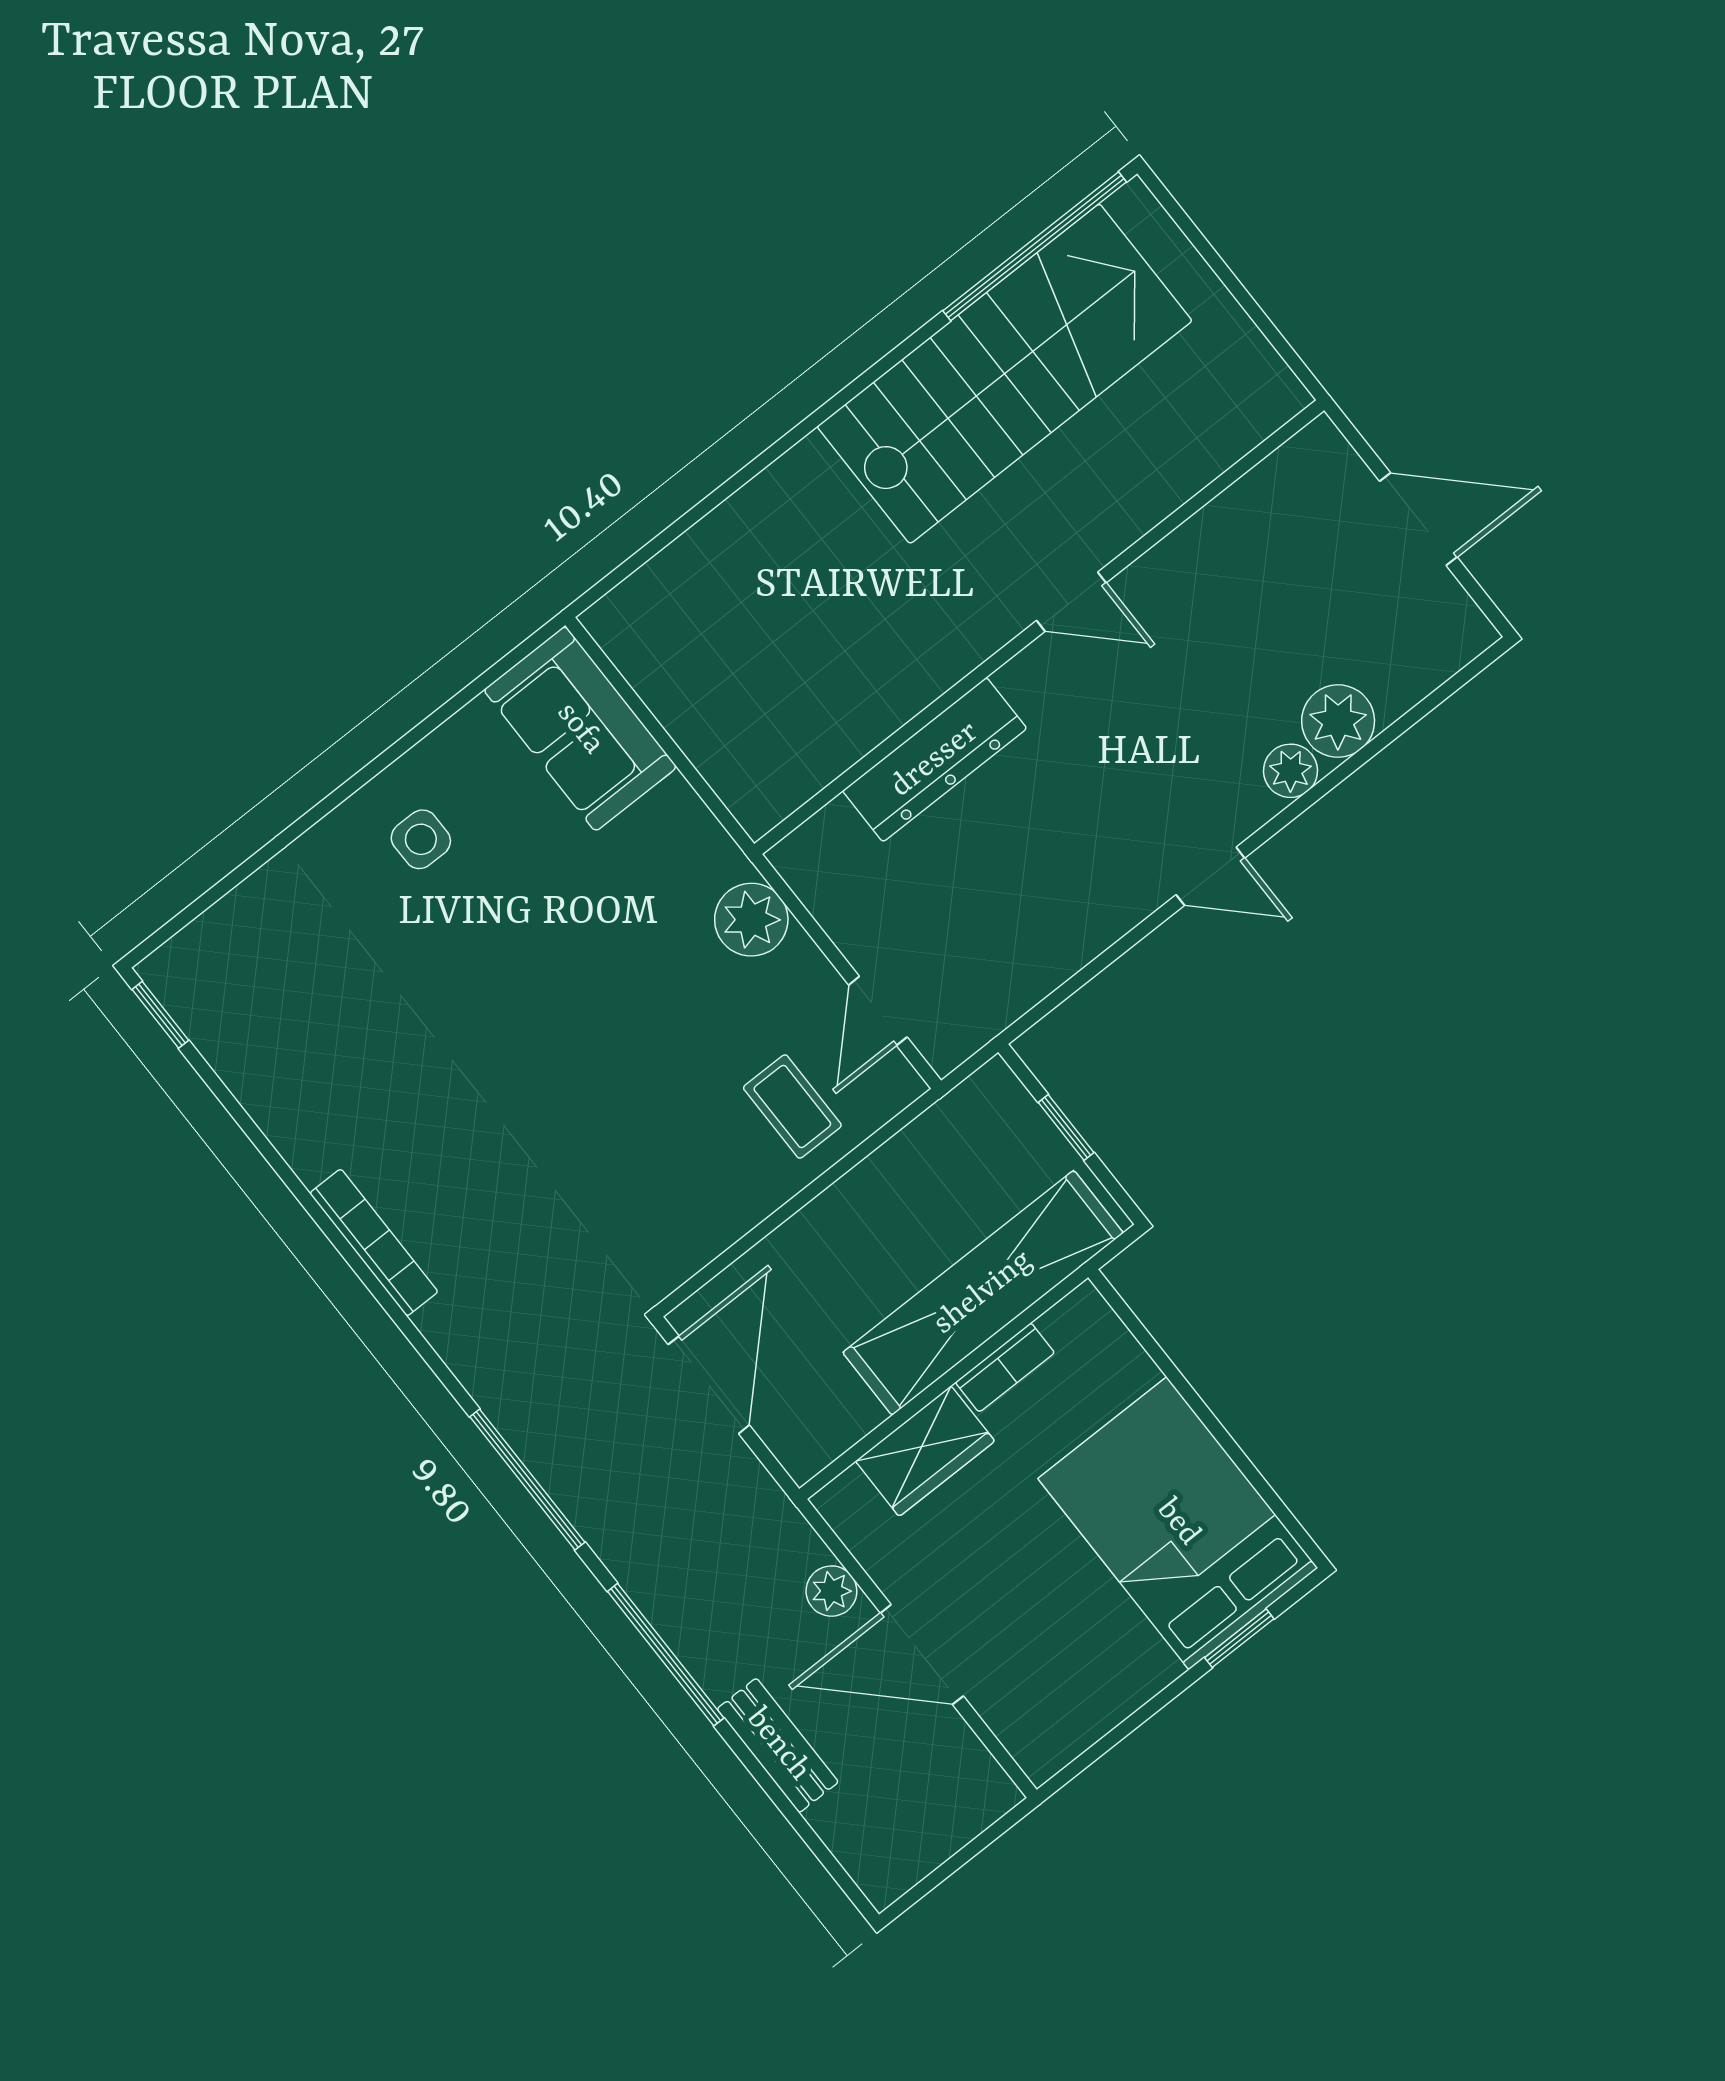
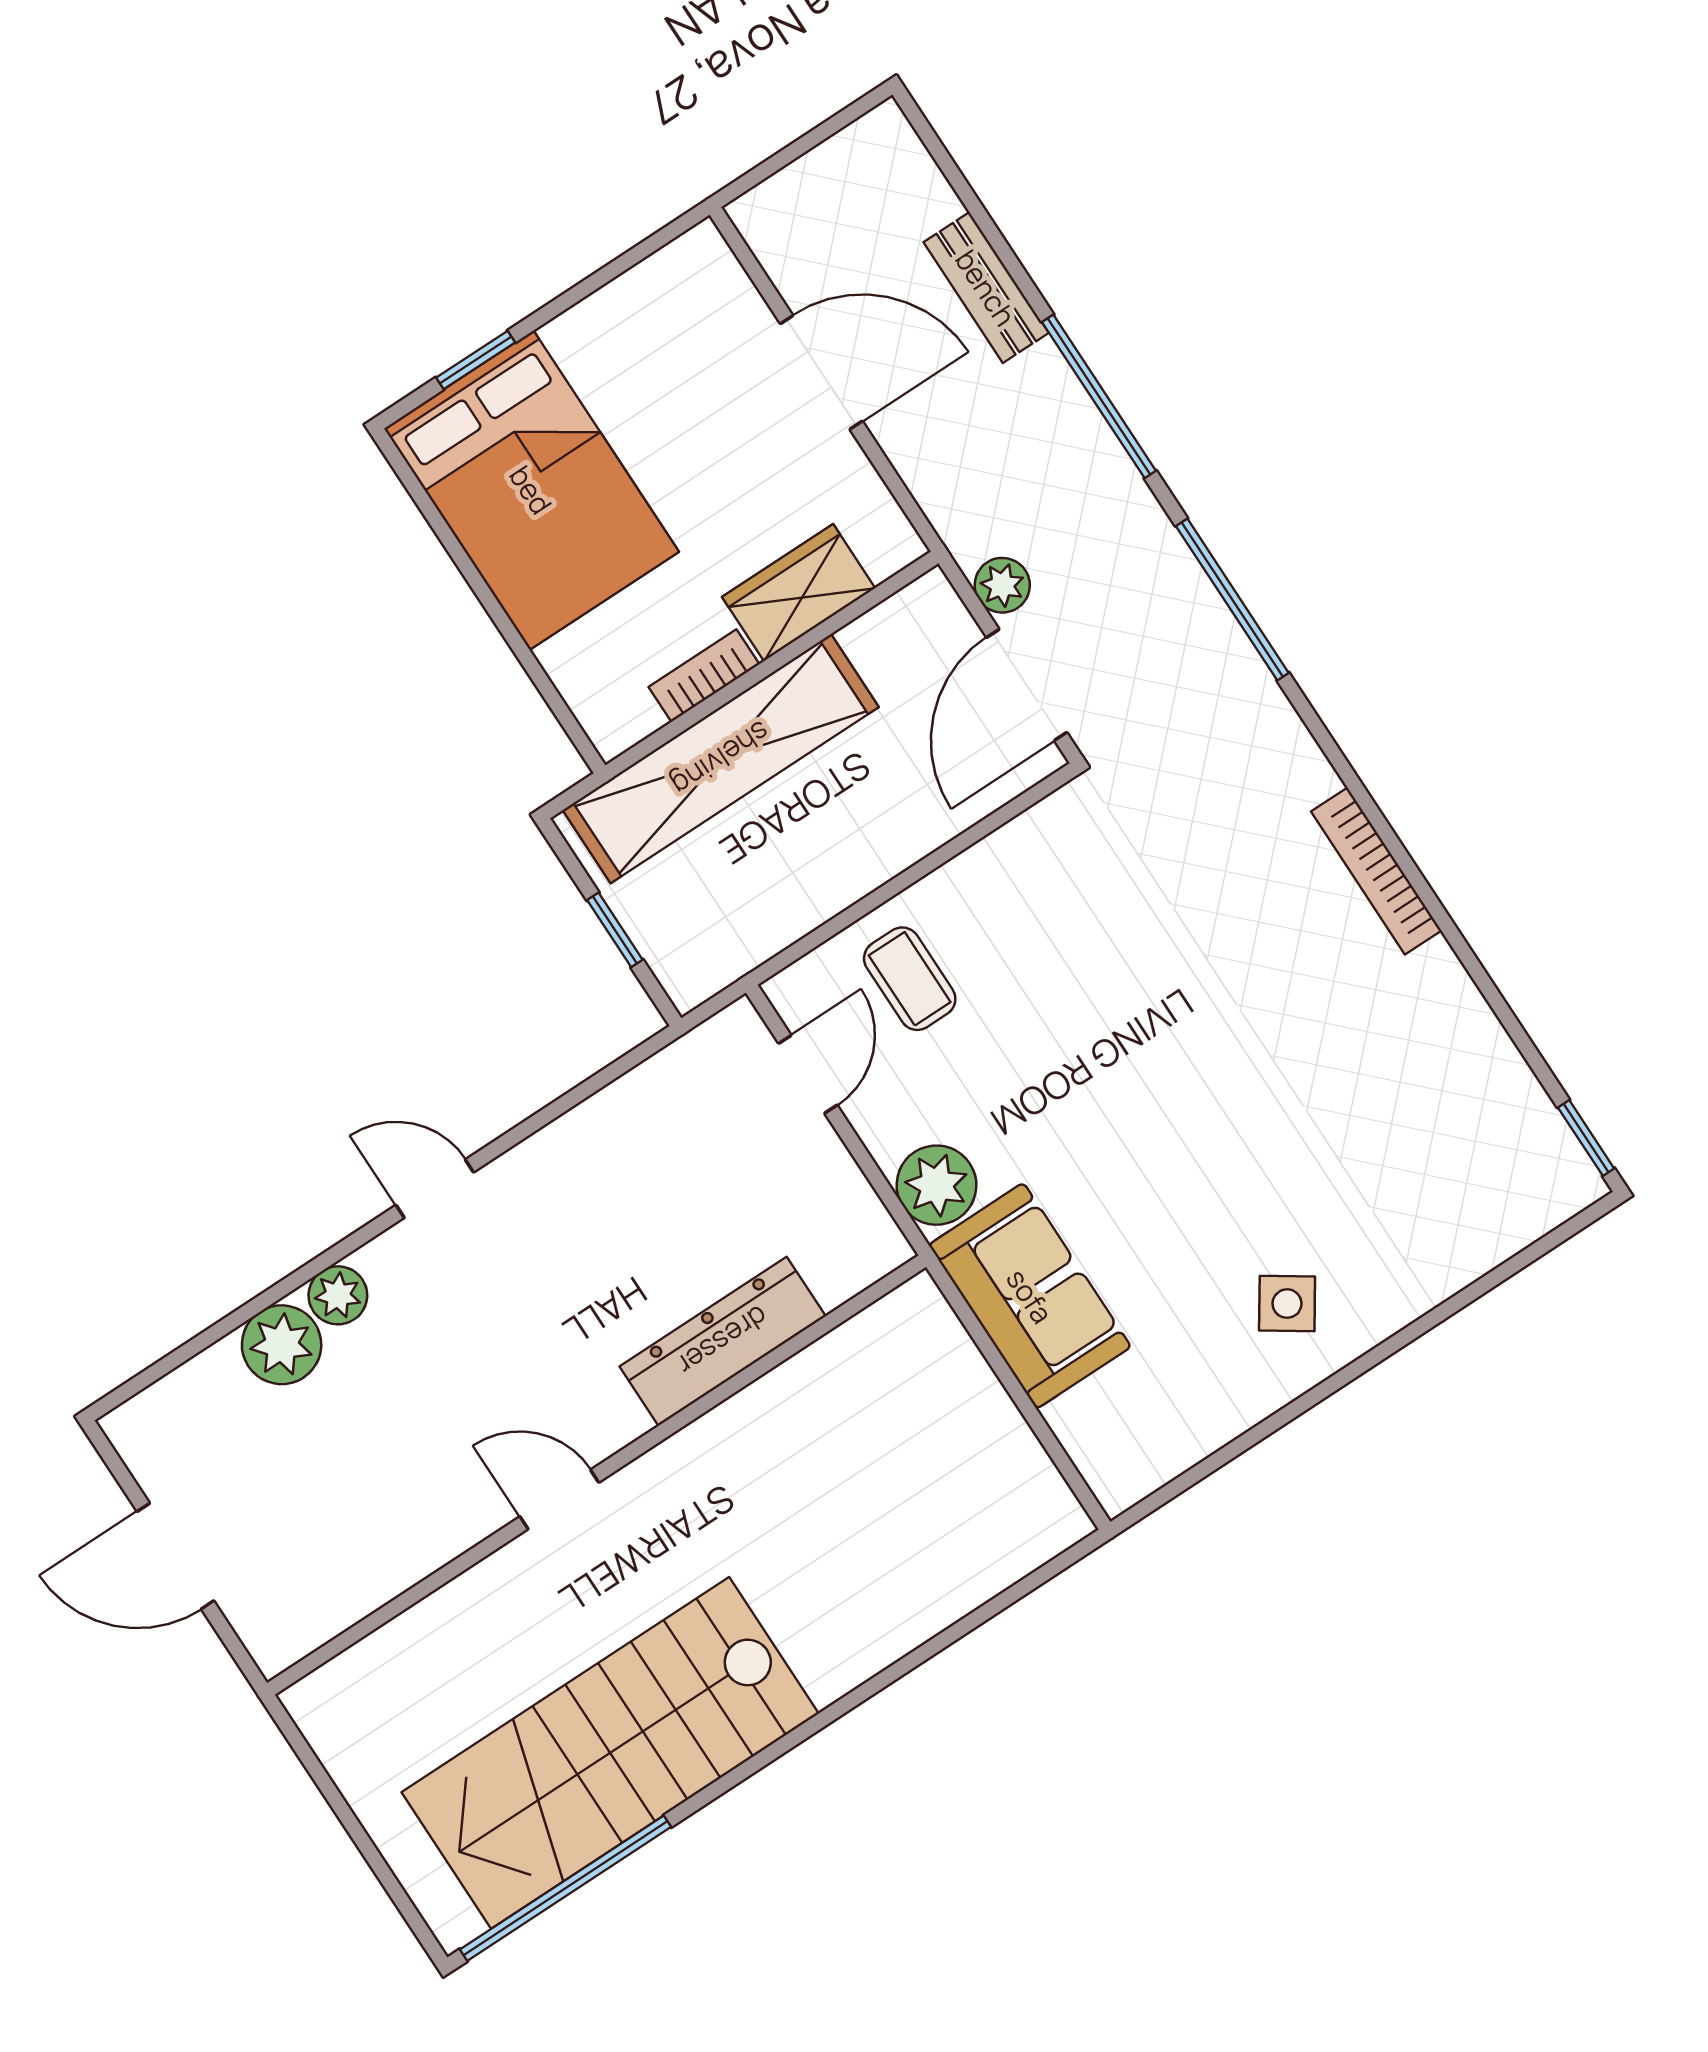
sofa: (580, 729) -> (1030, 1296), moved
side table: (421, 839) -> (1287, 1304), turned 34
plant: (831, 1591) -> (1002, 585), moved

